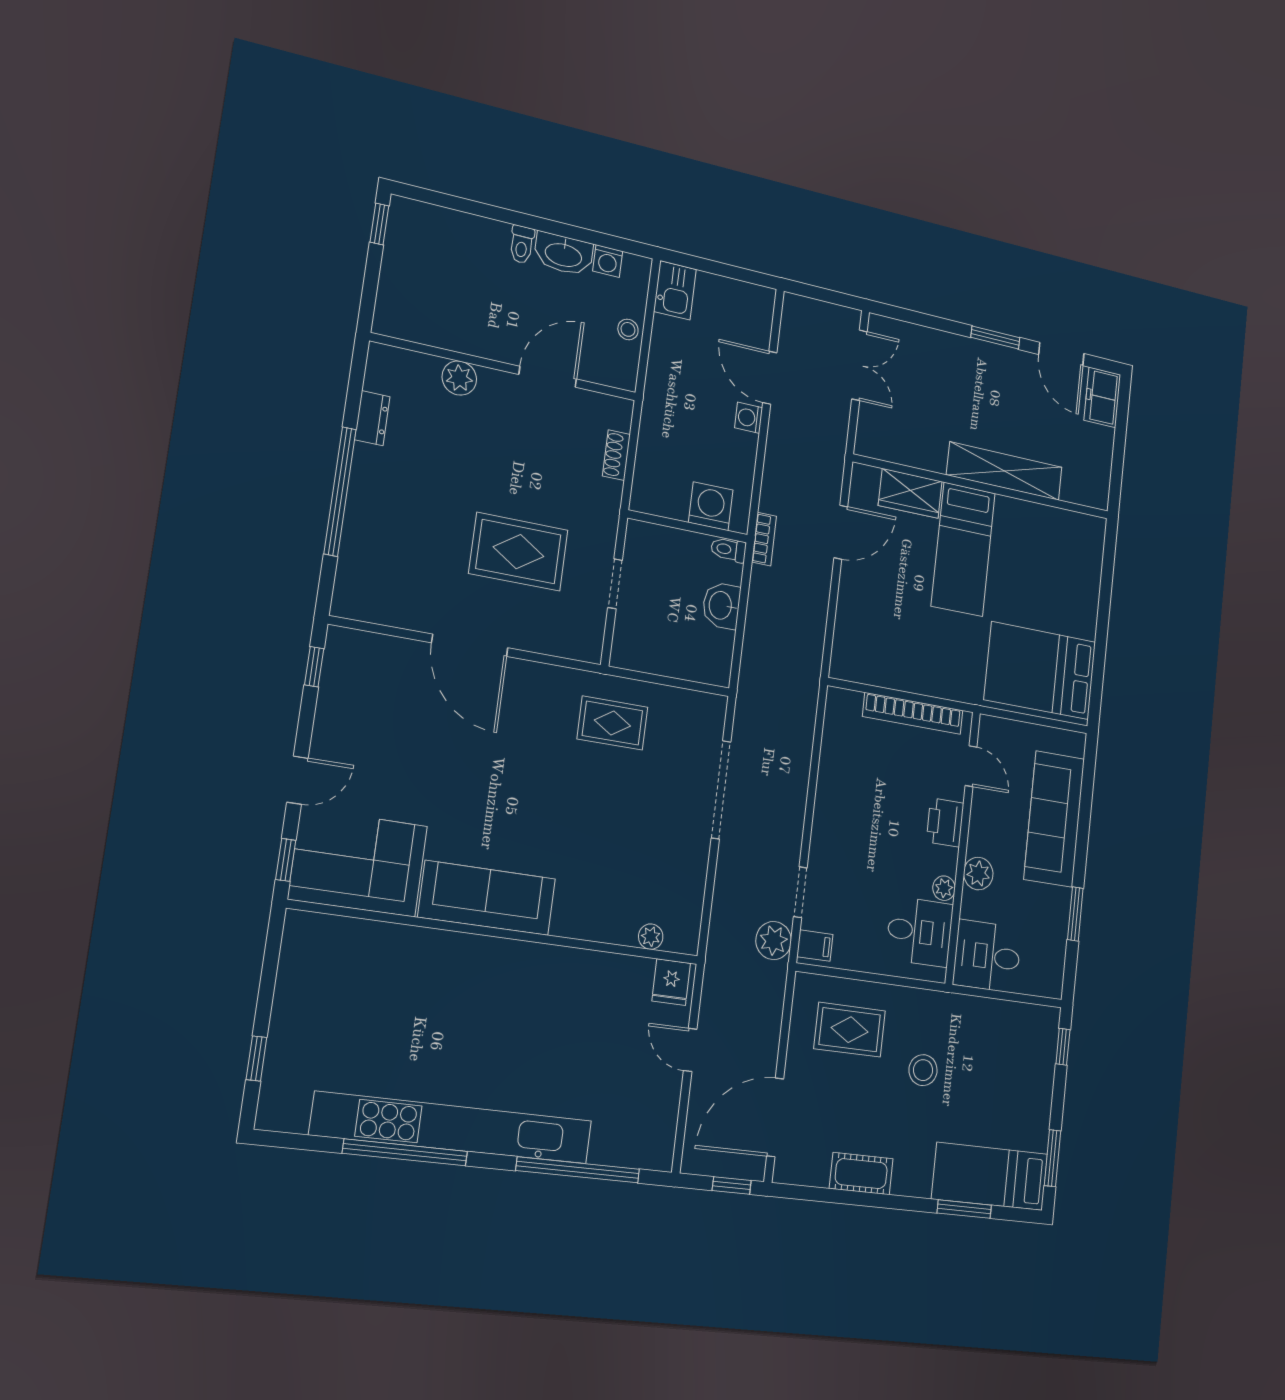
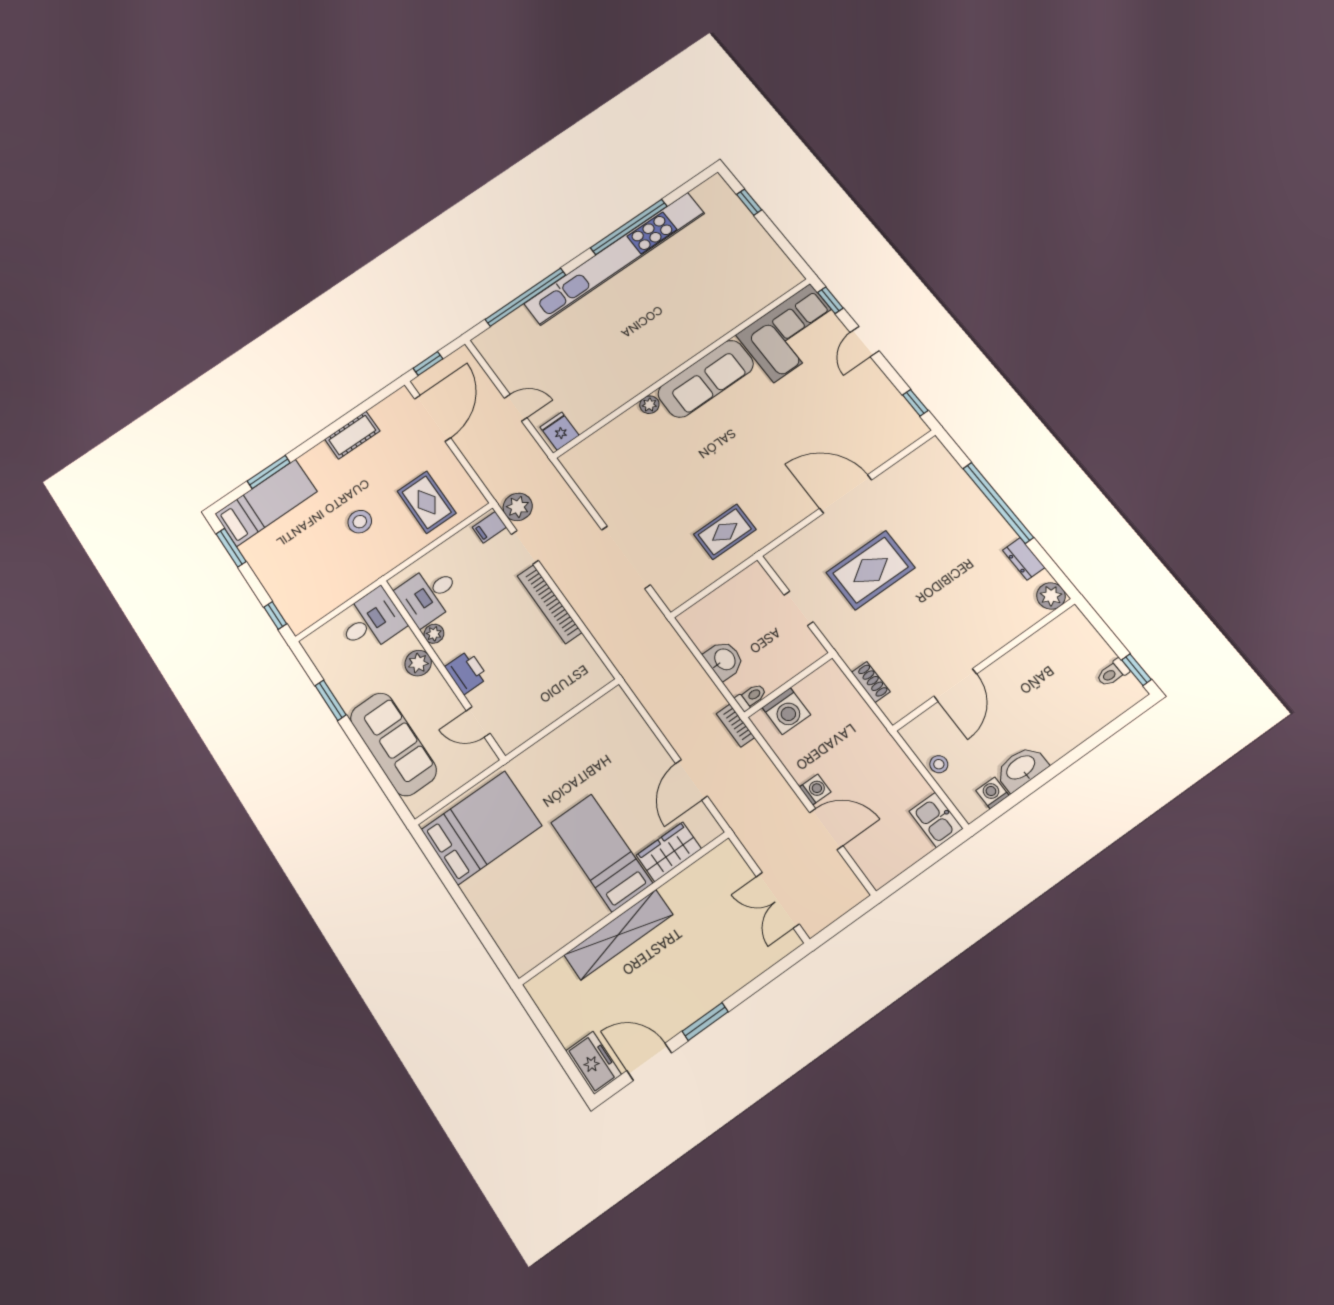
toilet: (522, 244) -> (1113, 673), moved, turned -90
plant: (459, 378) -> (1051, 596), moved
bookcase: (913, 713) -> (549, 604), moved, turned -90
plant: (651, 937) -> (649, 405), moved
rug: (850, 1030) -> (427, 502), turned 90

